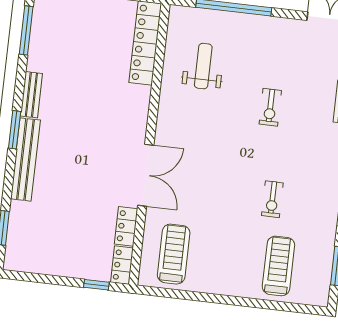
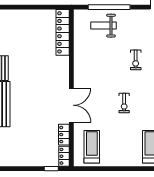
weight bench: (203, 66) -> (103, 26), moved, turned -90
exercise bike: (272, 199) -> (124, 103), moved

